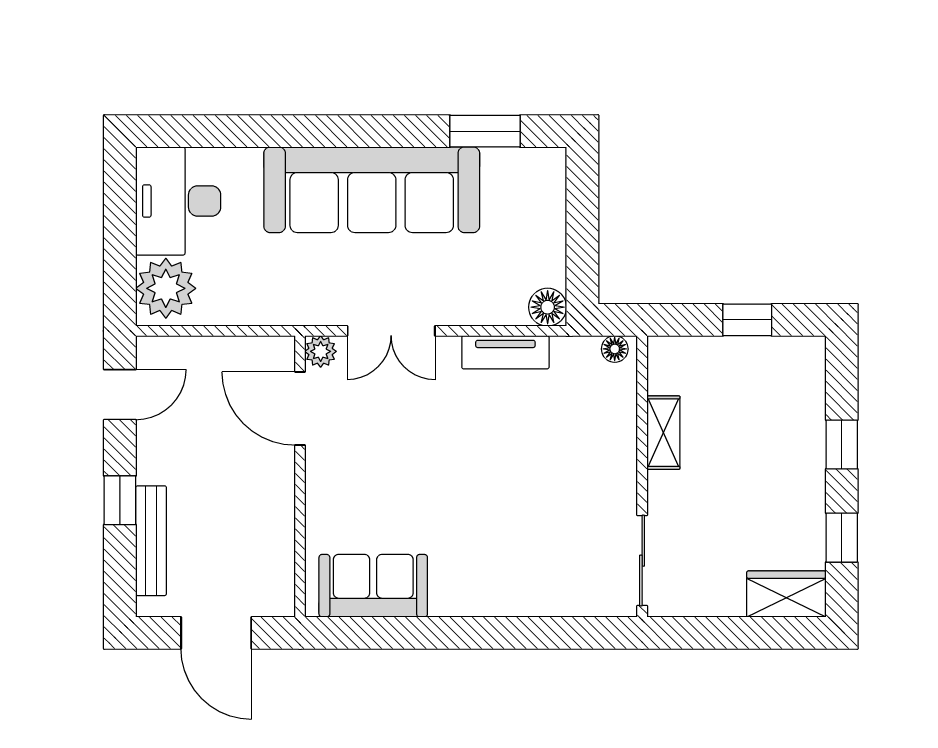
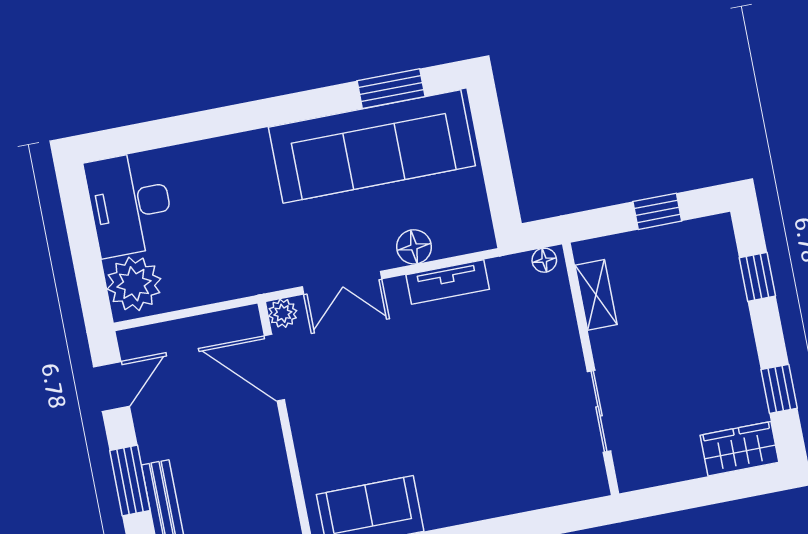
sofa: (372, 190) -> (372, 147), moved
floor lamp: (548, 307) -> (414, 247), moved
shelving: (663, 433) -> (596, 295), moved
window: (842, 444) -> (757, 277), moved
window: (120, 500) -> (130, 480), width x1.50
sliding door: (642, 561) -> (599, 411), moved

